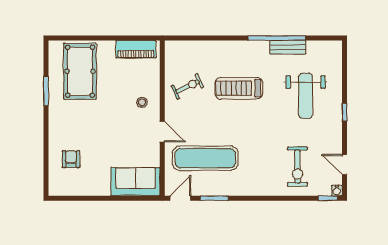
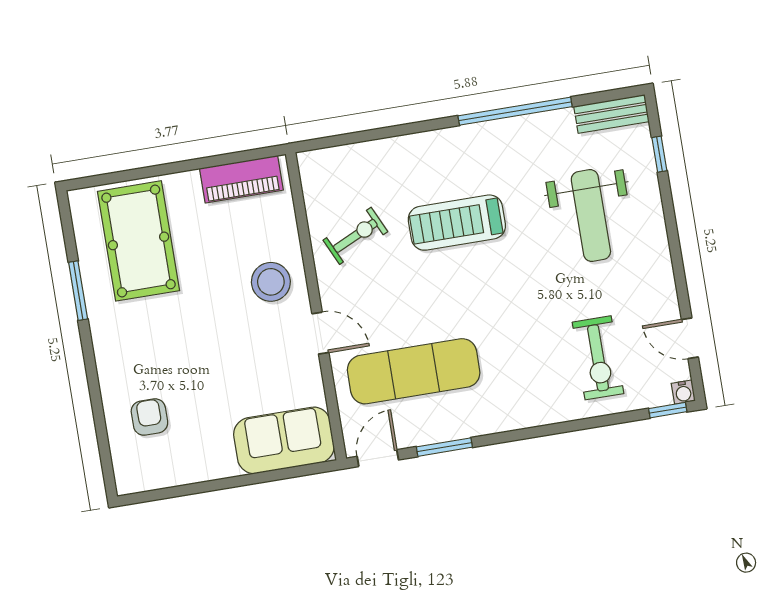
bench: (288, 47) -> (611, 114), moved
stool: (142, 102) -> (271, 282), width x1.89, depth x1.89
window: (344, 112) -> (659, 154), moved

